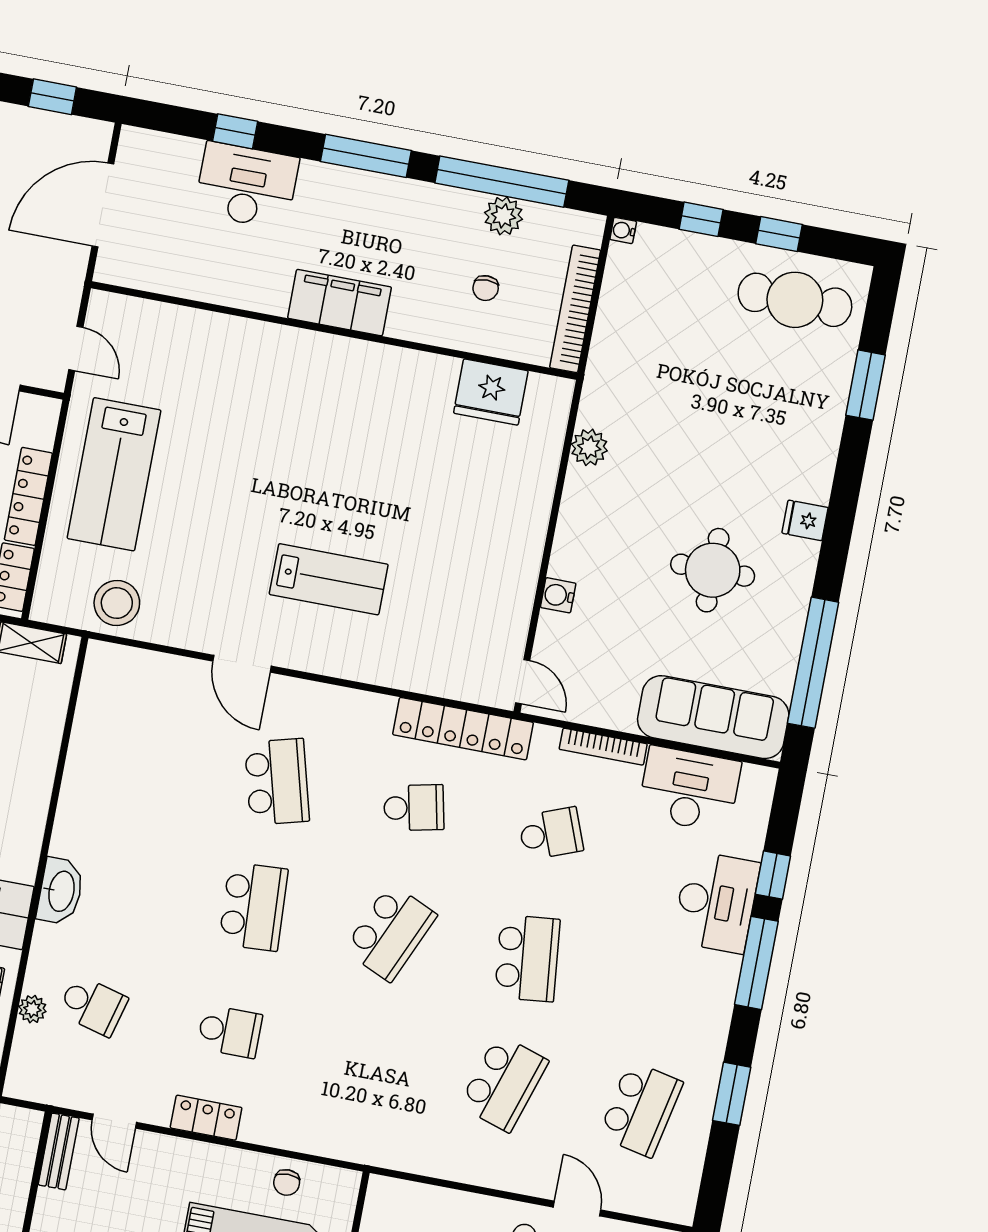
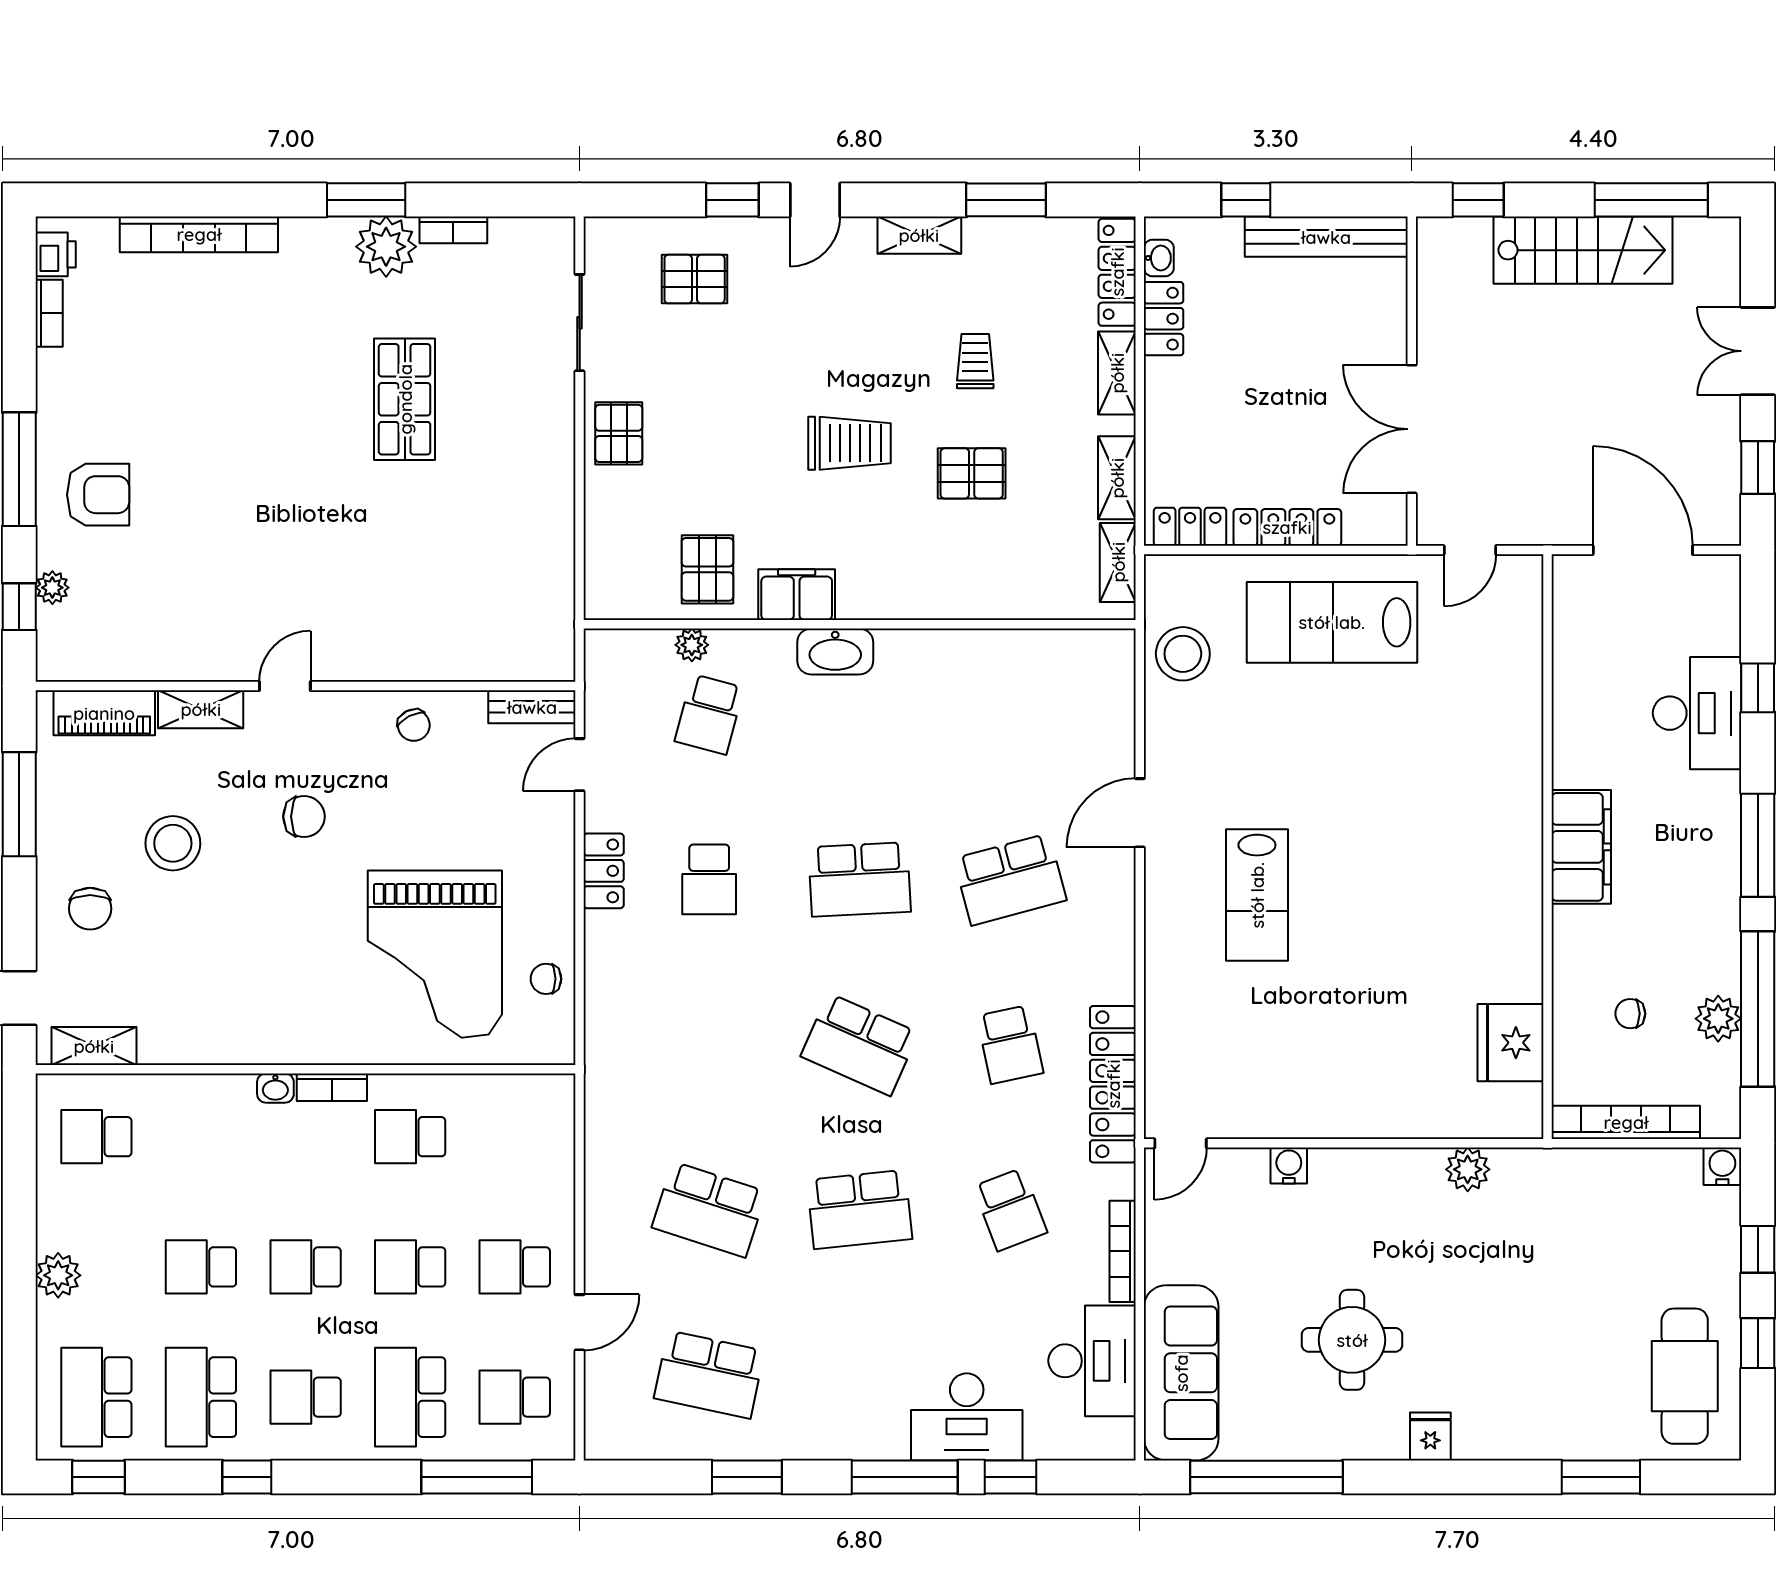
water cooler: (623, 230) -> (1722, 1166), width x1.38, depth x1.38

